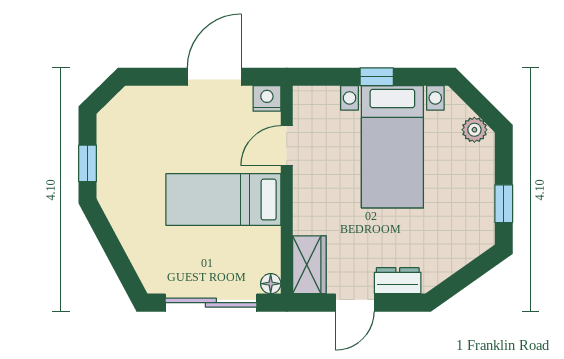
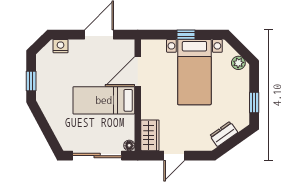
nightstand: (267, 98) -> (61, 46), moved
door: (287, 146) -> (138, 71), width x1.38
dresser: (398, 281) -> (224, 134), moved, turned -35

